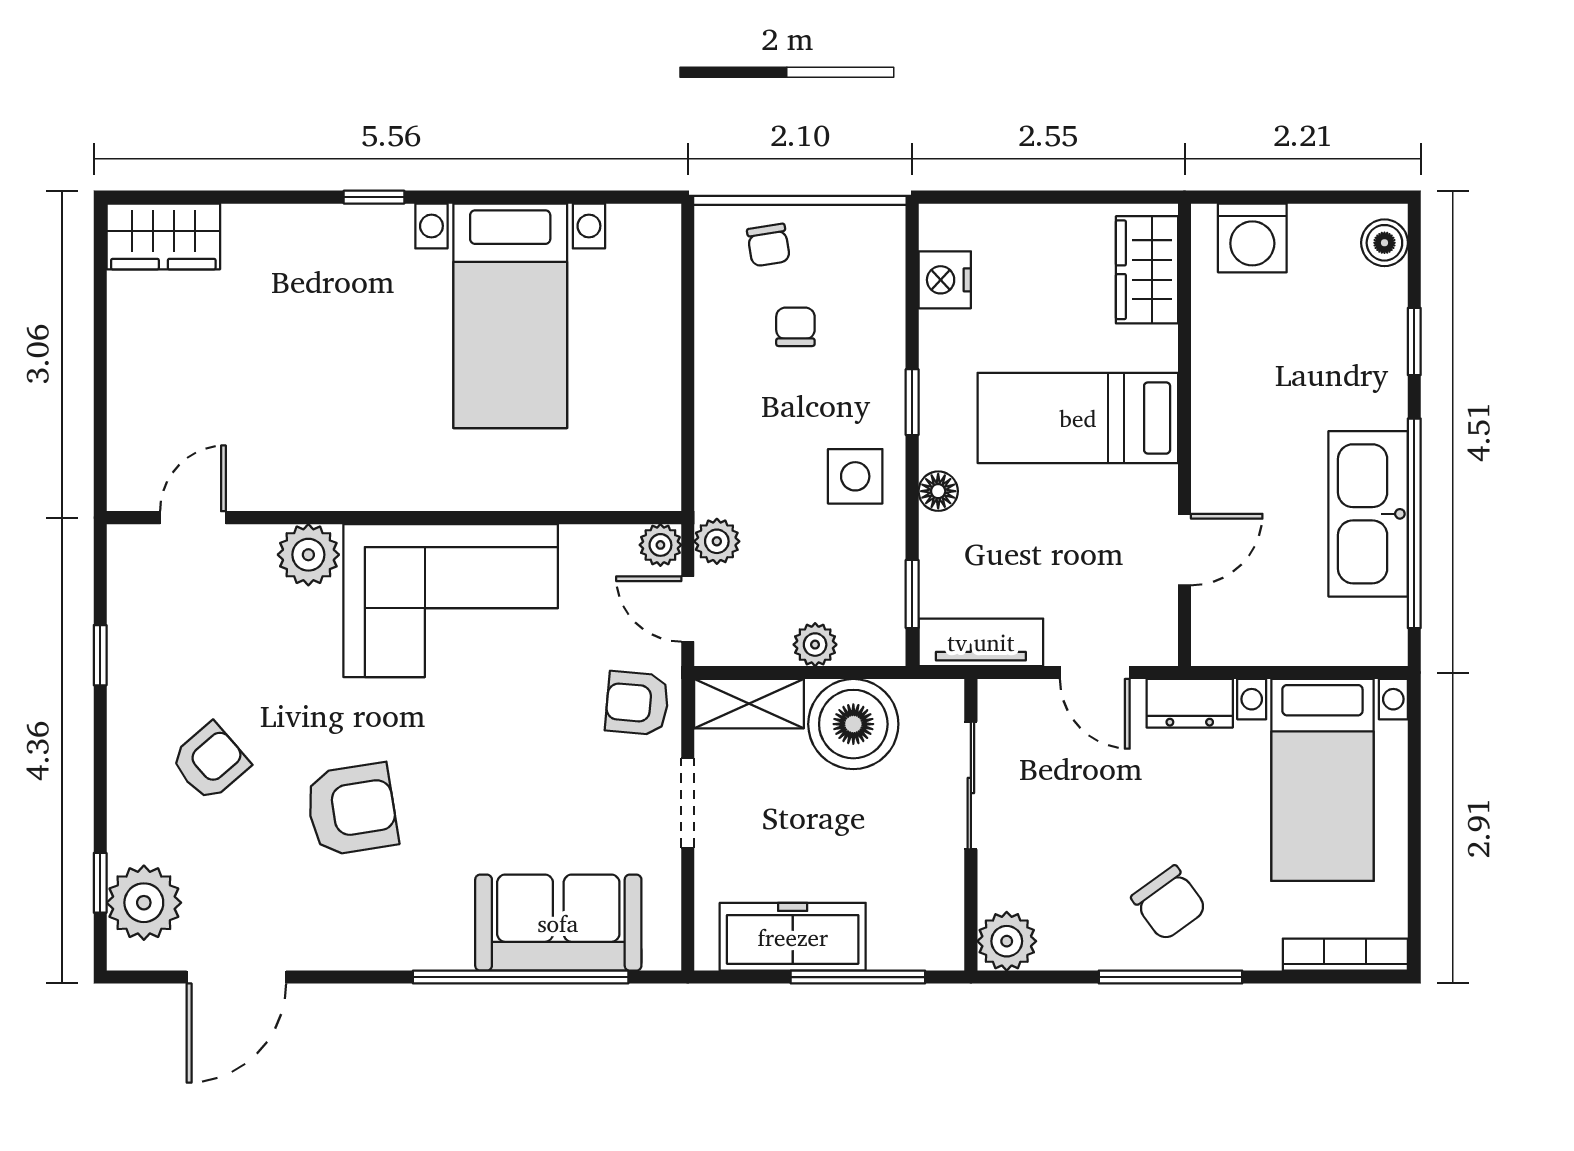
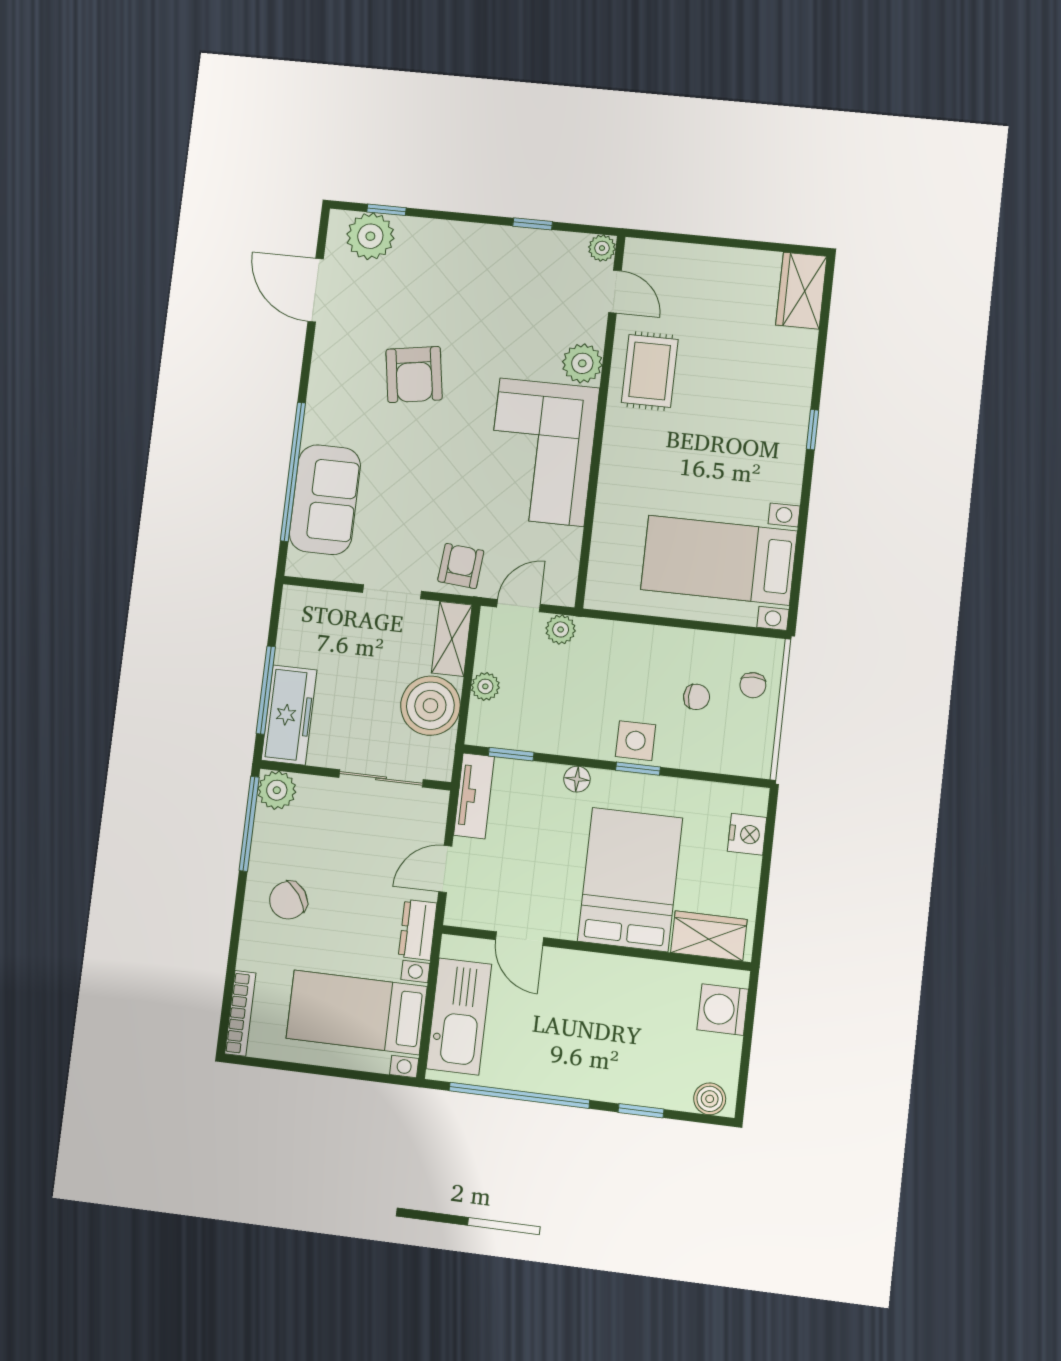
chair: (768, 245) -> (753, 685), turned -81
nightstand: (945, 280) -> (747, 834), moved, turned 90
bed with nightstands: (510, 316) -> (719, 560), moved
bed: (1078, 418) -> (630, 880), width x1.50
rug: (310, 451) -> (650, 371), added
side table: (855, 476) -> (636, 741), moved
kitchen sink: (1368, 514) -> (459, 1016), moved, turned 90
plant: (660, 545) -> (602, 248), moved
armchair: (210, 762) -> (456, 287), removed
freezer: (793, 937) -> (289, 715), moved
window: (1171, 977) -> (249, 824), moved

